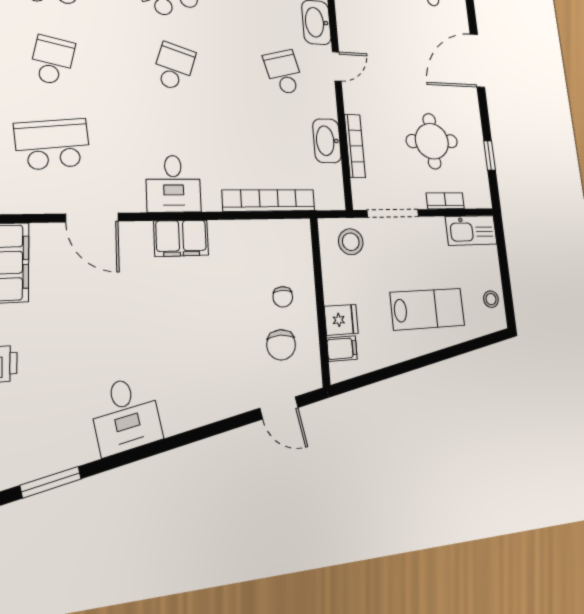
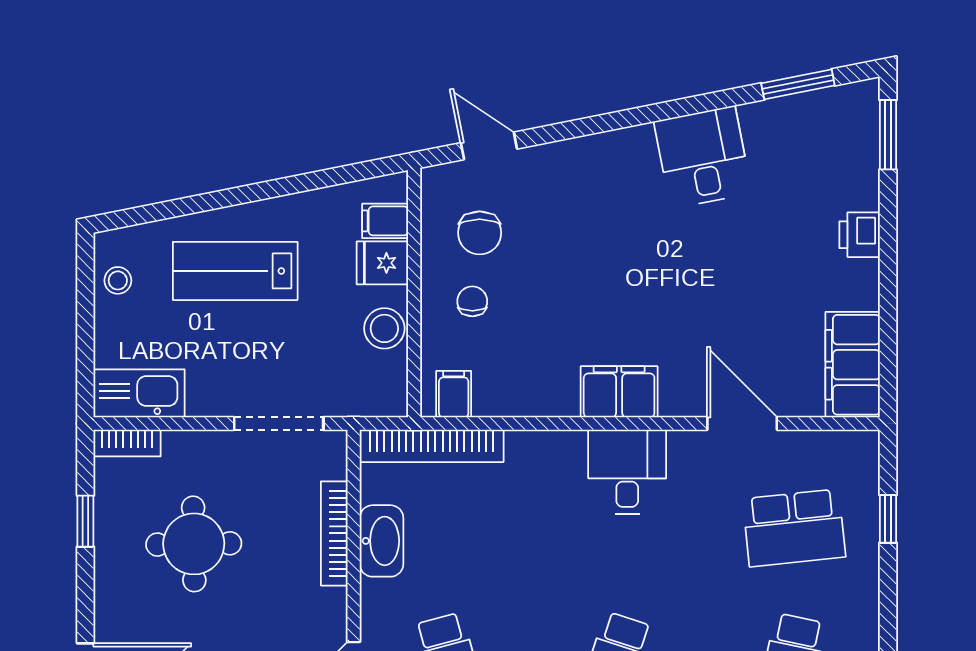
bookcase: (269, 200) -> (432, 446), moved
bookcase: (445, 201) -> (127, 443), moved
filing cabinet: (290, 234) -> (454, 394), added
stool: (351, 242) -> (384, 328), moved
chair: (281, 345) -> (480, 233), turned 180

